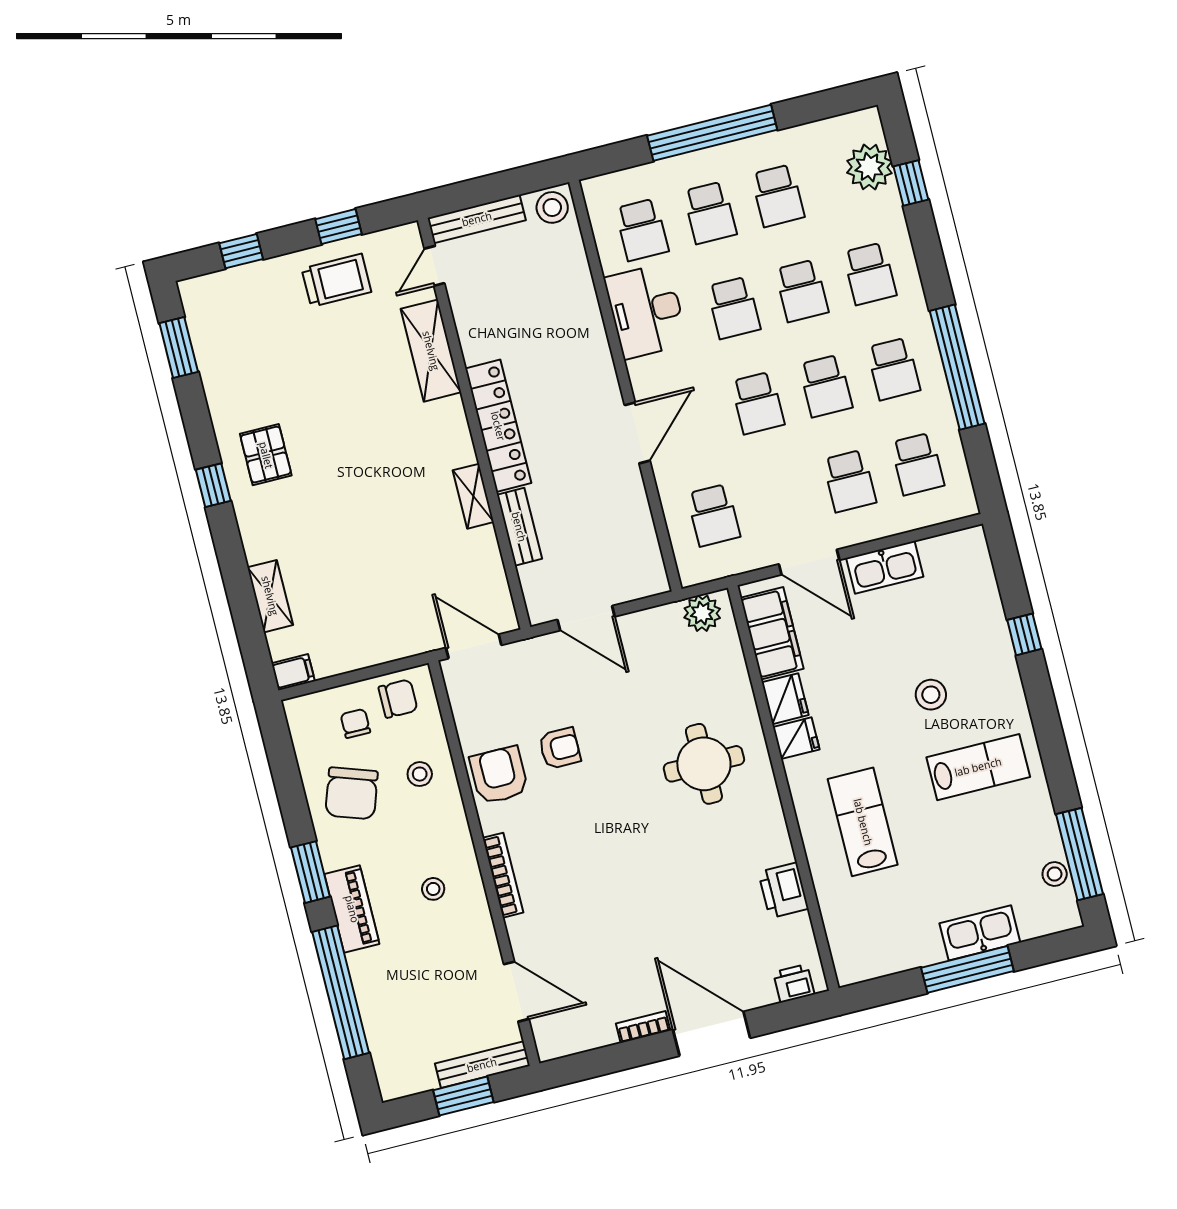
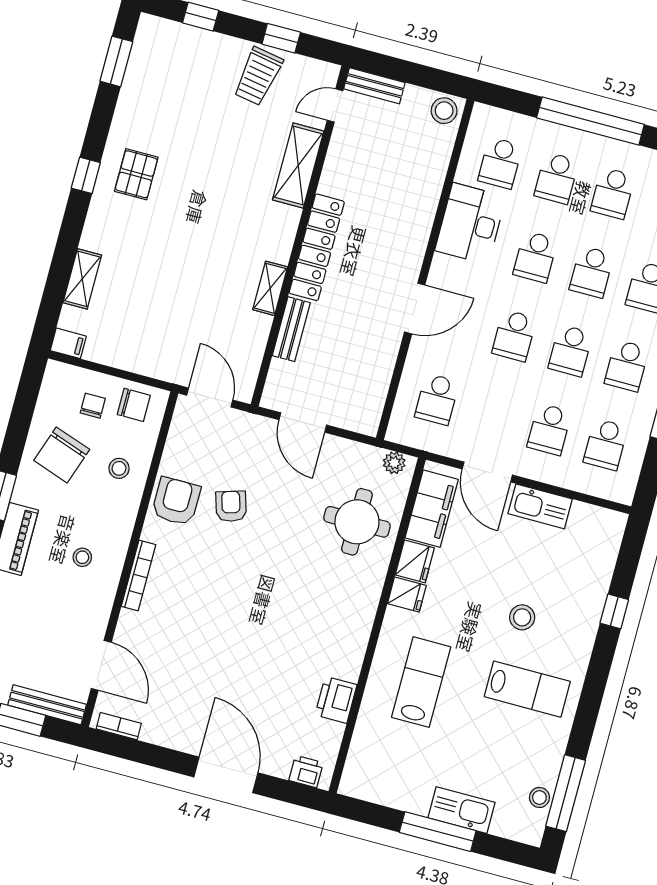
bench: (477, 219) -> (374, 86), width x0.73
trolley: (336, 280) -> (258, 76), turned 100
plant: (702, 613) -> (394, 463), width x0.73, depth x0.73
armchair: (560, 748) -> (231, 506), turned -107
round table: (704, 764) -> (357, 522), moved
bookcase: (643, 1027) -> (119, 726), moved

